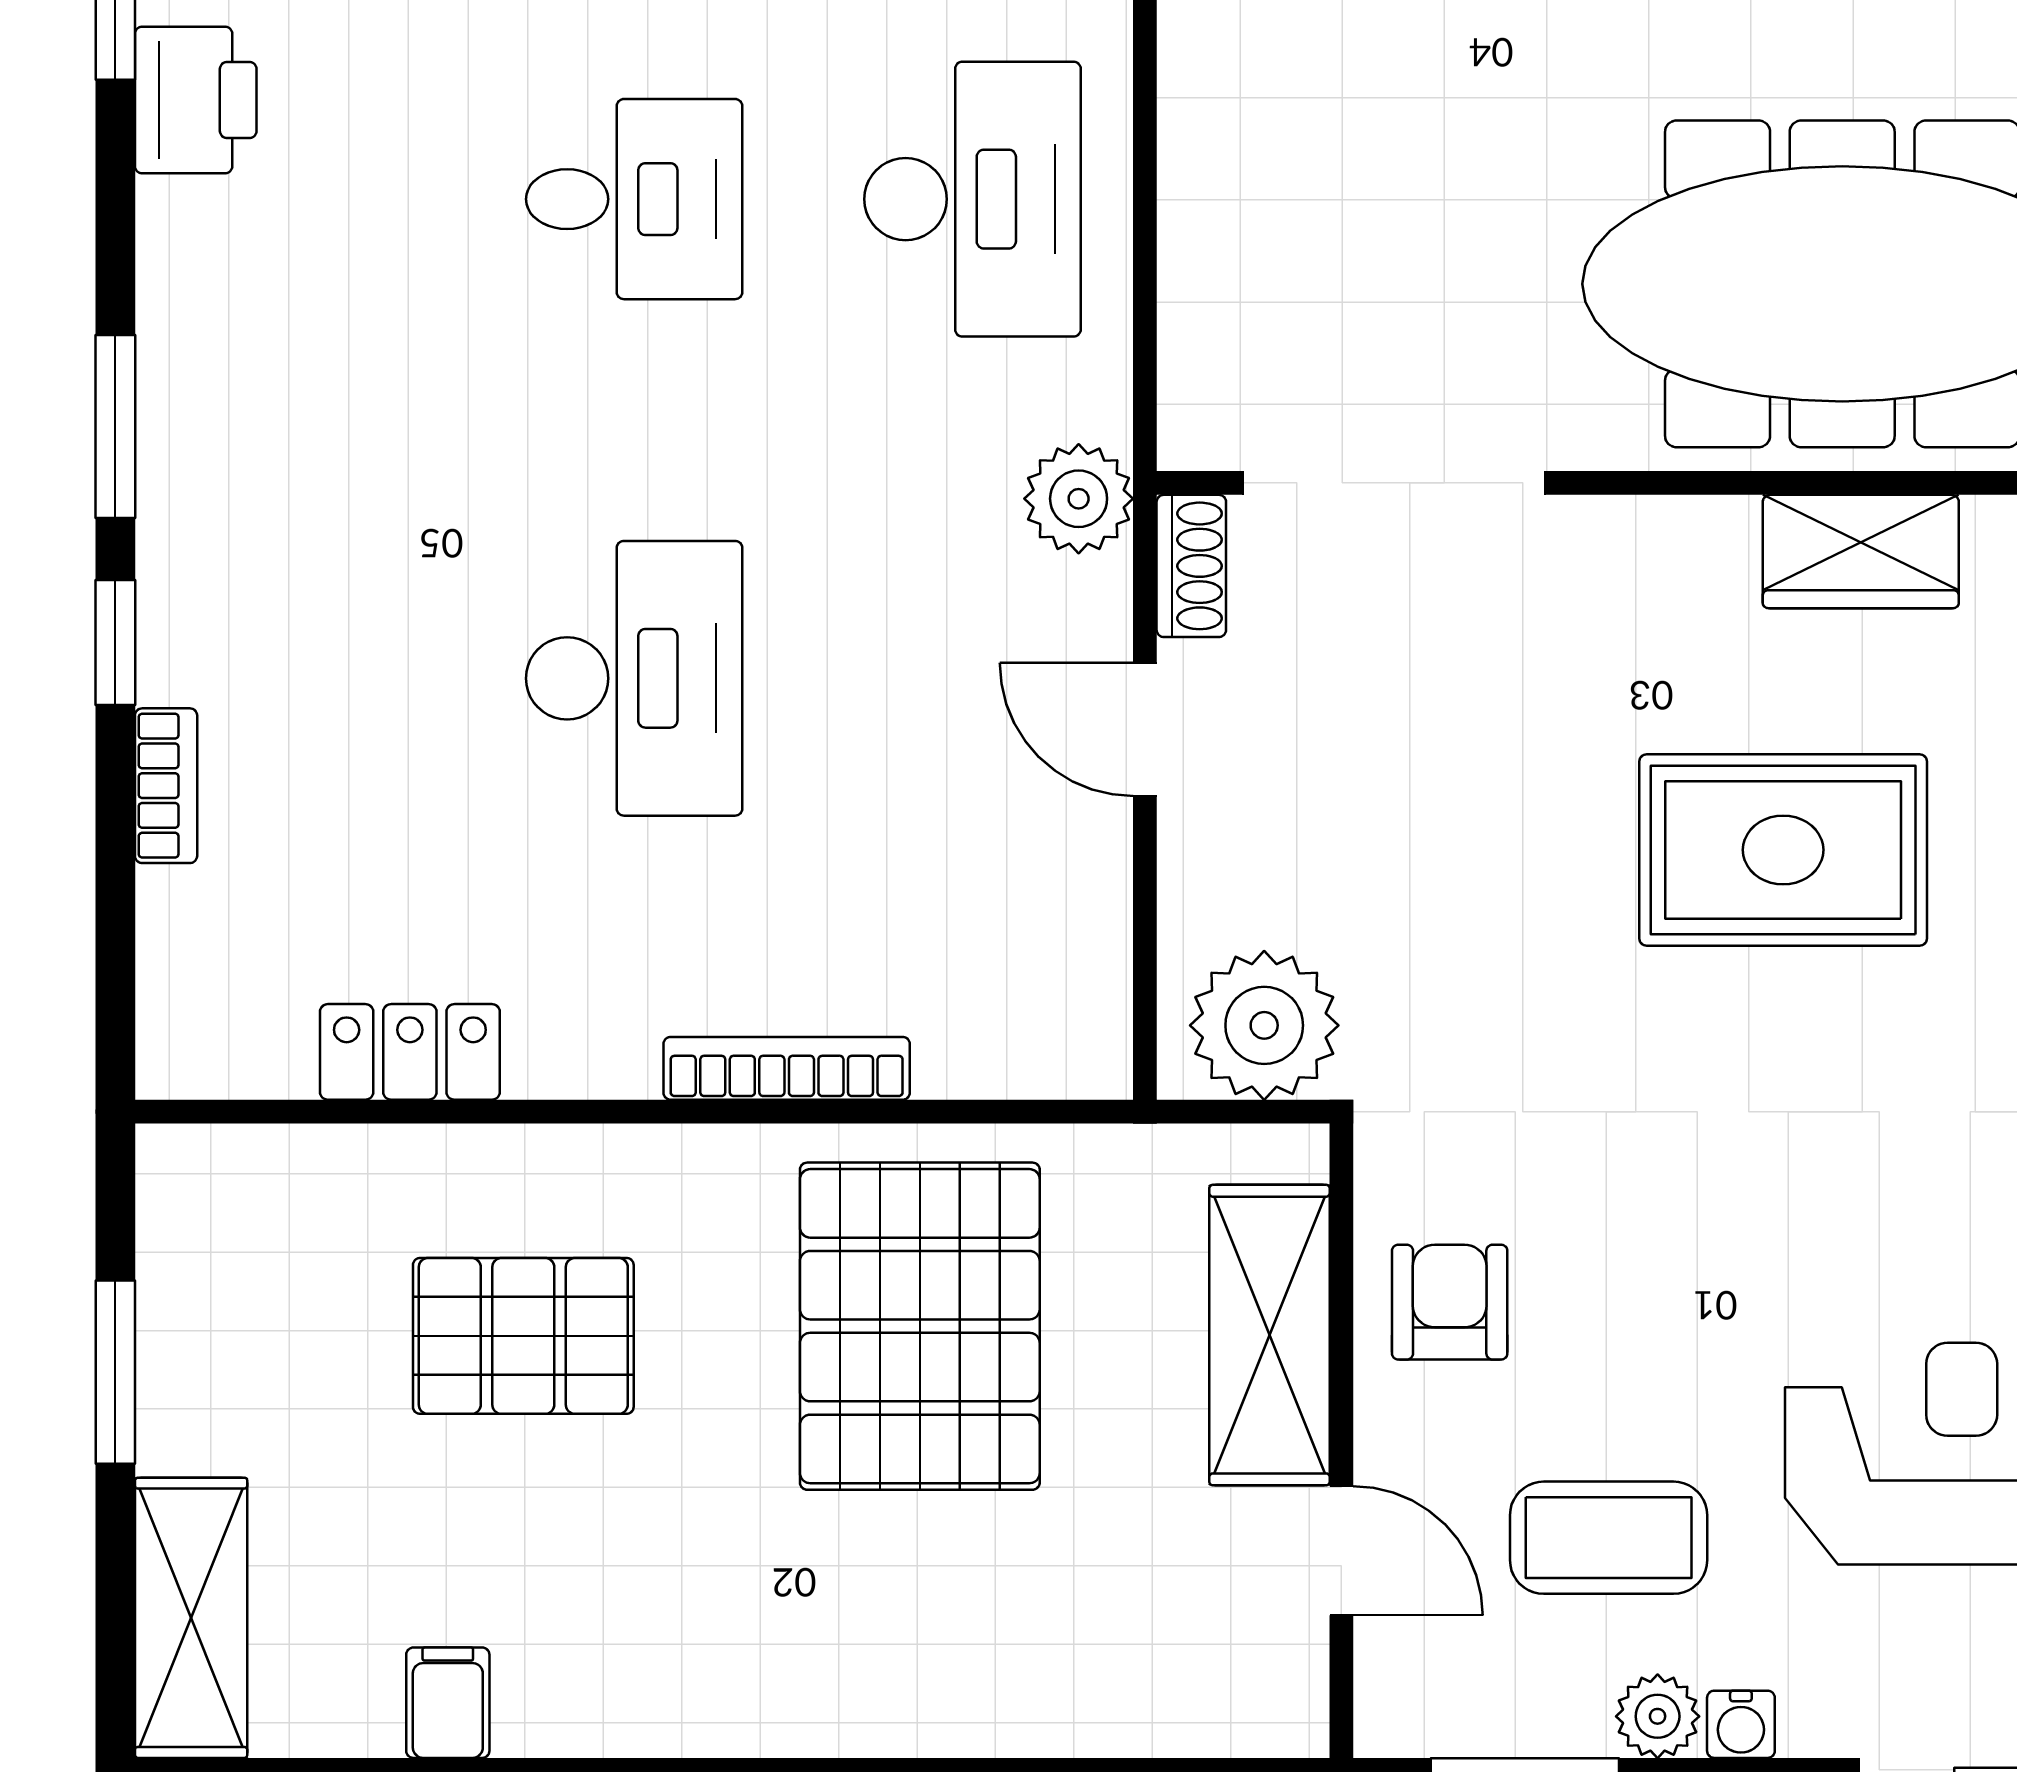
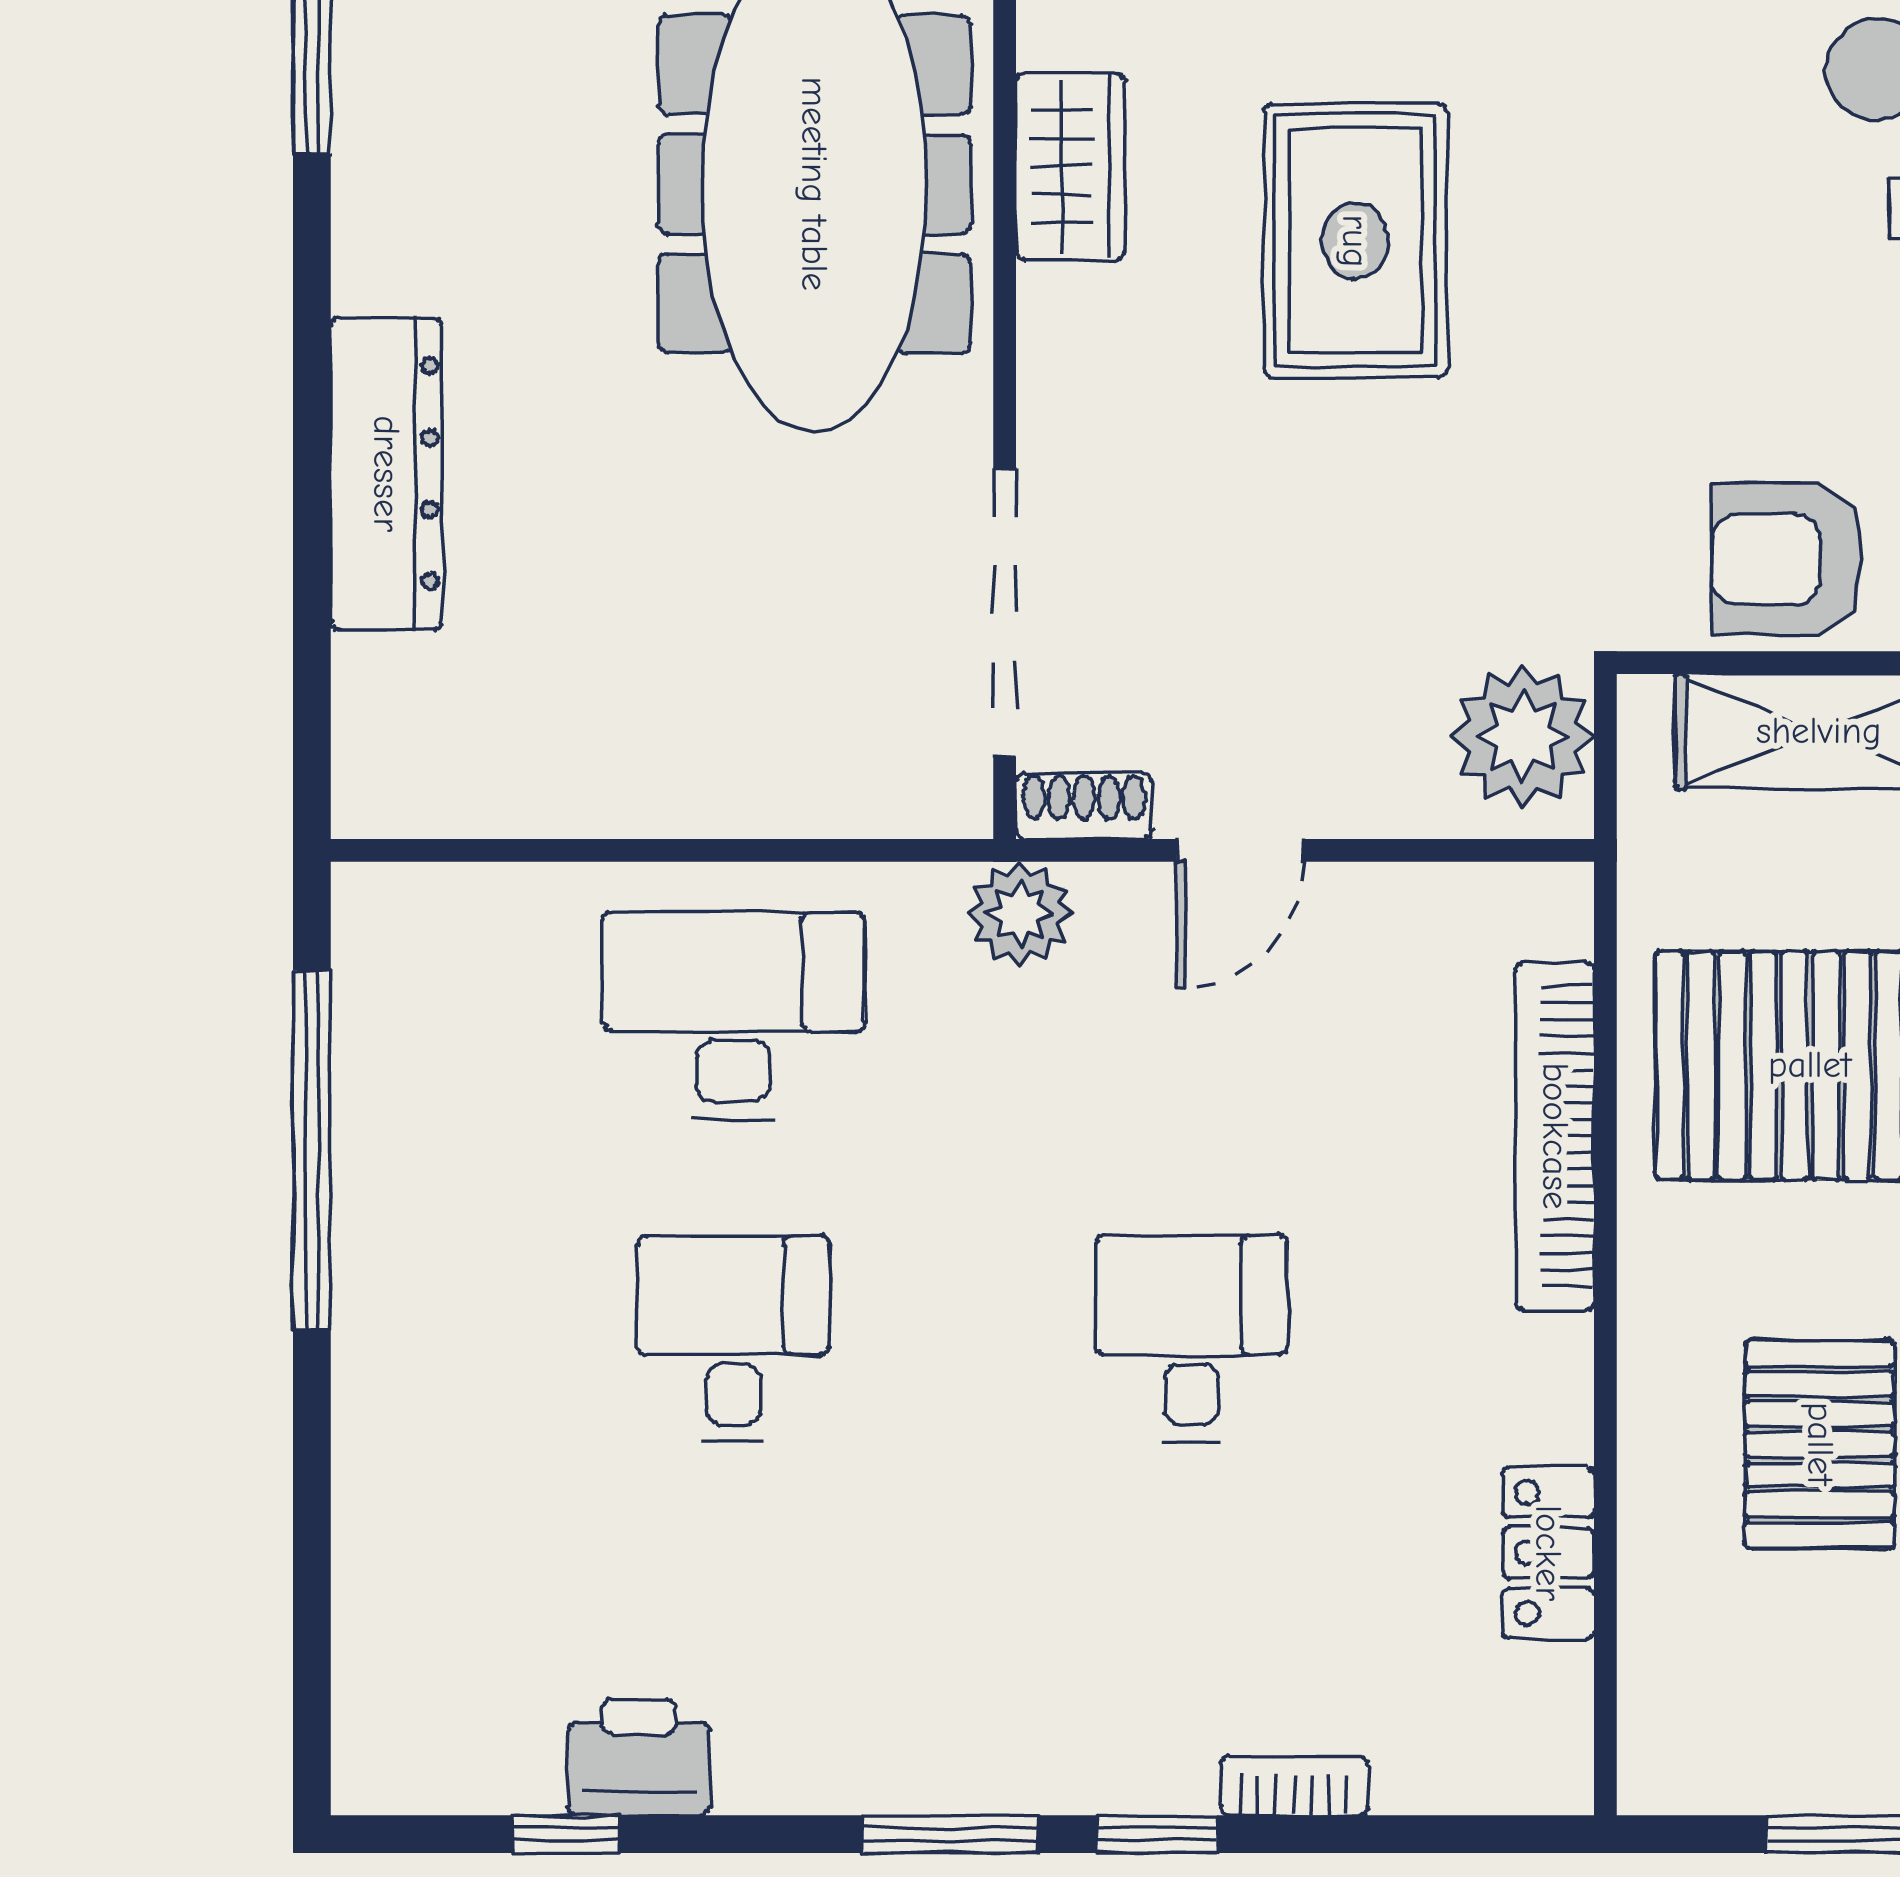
desk: (634, 678) -> (1191, 1339), width x0.73
bookcase: (787, 1068) -> (1555, 1136), width x1.48, depth x1.31
armchair: (1450, 1302) -> (1787, 559), width x1.38, depth x1.38

